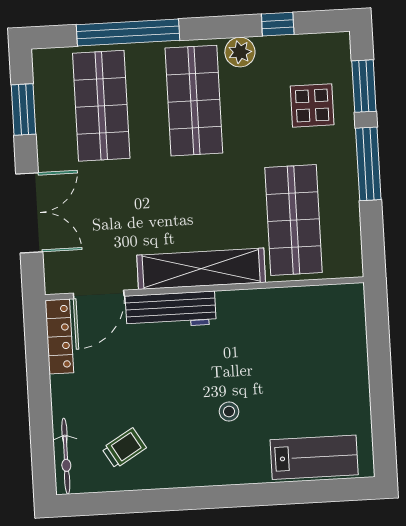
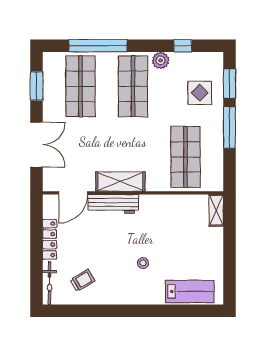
shelving: (201, 269) -> (120, 182), width x0.68
shelving: (353, 311) -> (216, 210), added
locker: (59, 337) -> (50, 239), moved

